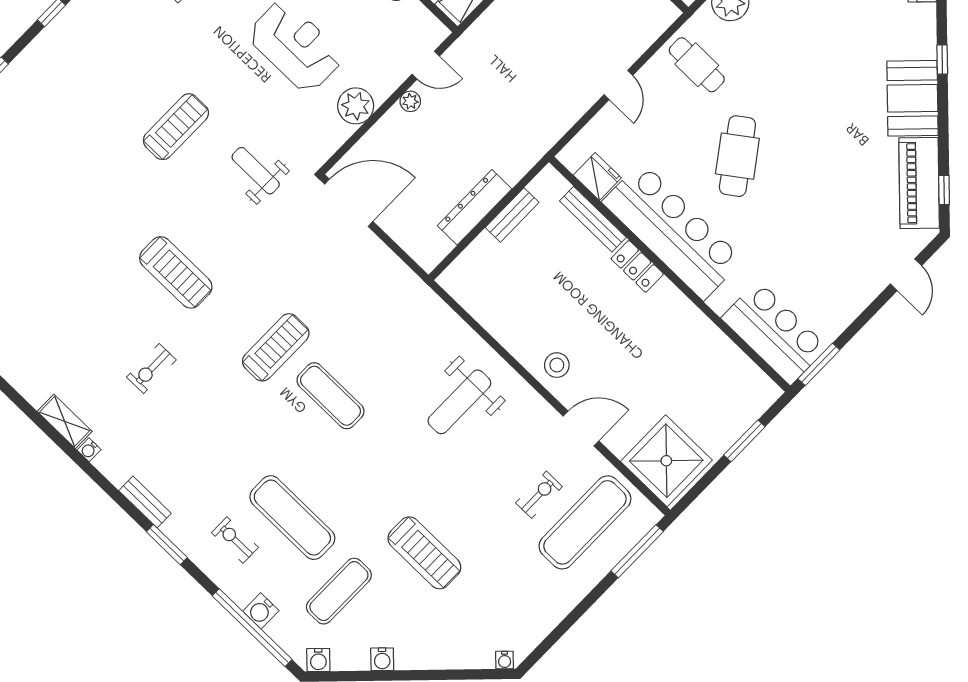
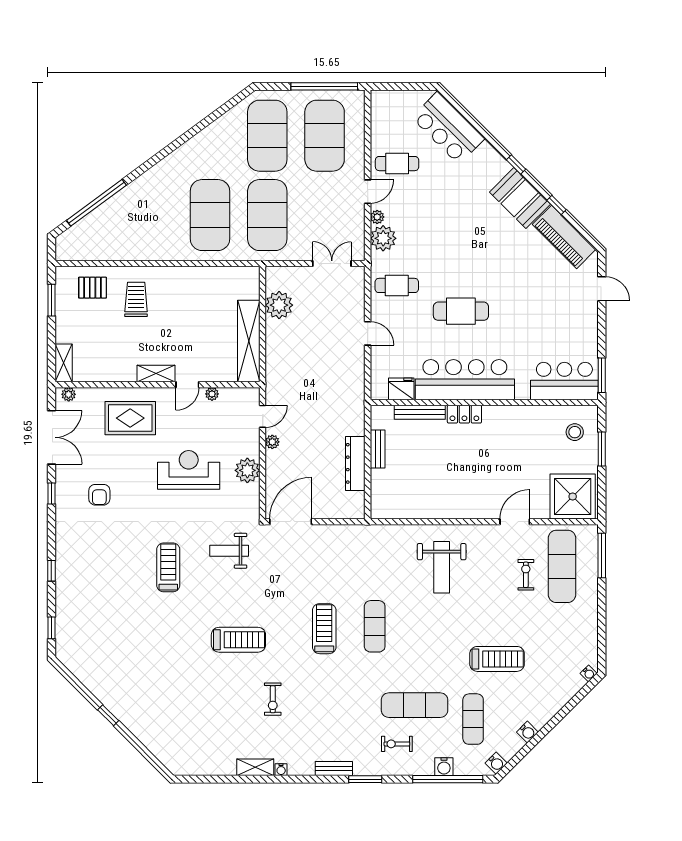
cafe table: (737, 156) -> (461, 311), turned -54
window: (944, 190) -> (557, 205), moved
stool: (557, 365) -> (575, 432), moved
exercise mat: (330, 396) -> (375, 626), turned 90

